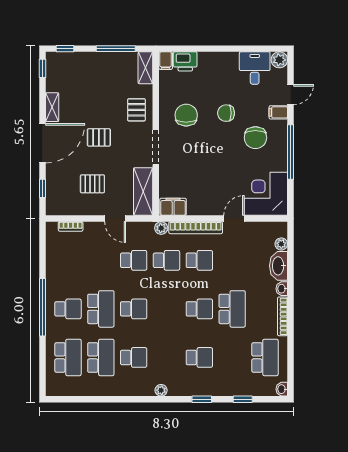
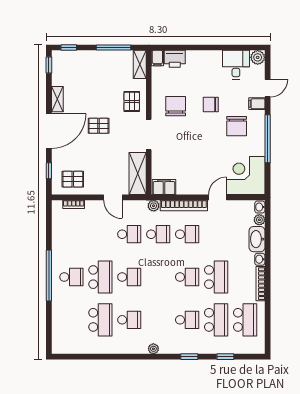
pallet: (92, 184) -> (73, 179), moved
school desk: (68, 357) -> (216, 320), moved
washbasin: (282, 389) -> (260, 207), moved

